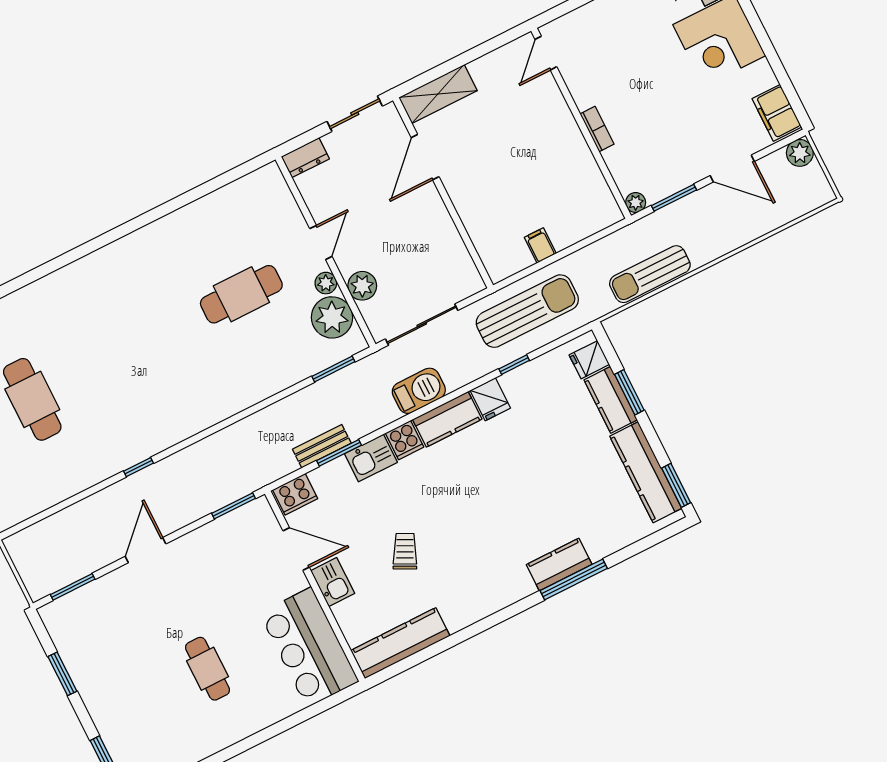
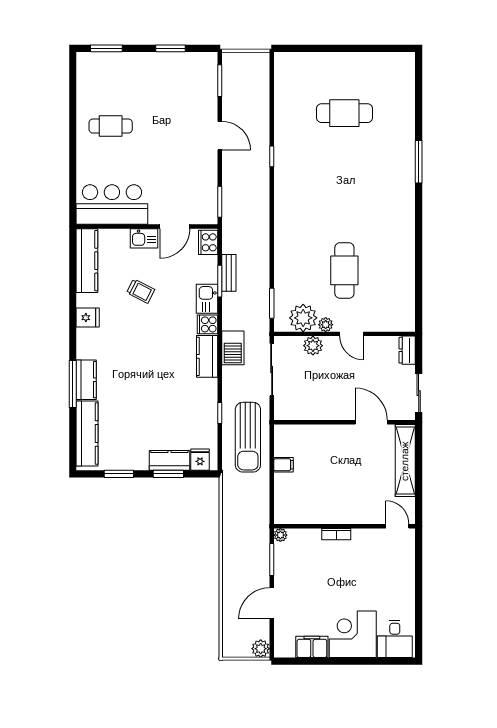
shelving: (438, 94) -> (405, 461), width x1.47
filing cabinet: (777, 113) -> (312, 647), moved
window: (47, 268) -> (419, 162), added
sun lounger: (650, 274) -> (233, 522), removed
fridge: (490, 399) -> (88, 318), moved, turned 180
kitchen counter: (646, 472) -> (87, 433), moved, turned 90
window: (676, 485) -> (119, 474), moved
cafe table: (208, 669) -> (111, 126), moved

